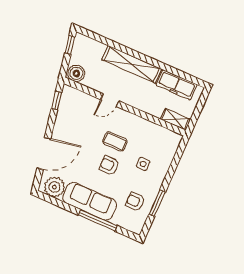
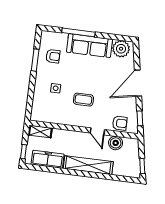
boiler: (76, 73) -> (116, 143), moved
door: (110, 100) -> (97, 131), swing flipped
window: (202, 102) -> (23, 152), added
door: (44, 153) -> (138, 83), moved
armchair: (109, 165) -> (120, 123), moved

